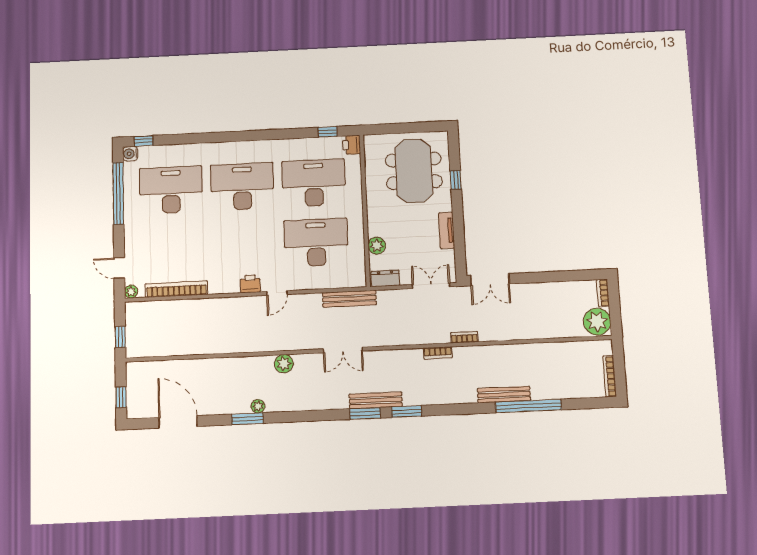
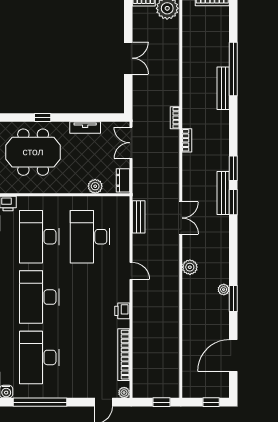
double door: (490, 280) -> (128, 58), moved
printer: (250, 284) -> (122, 311), moved
bench: (349, 299) -> (139, 217), width x0.73

